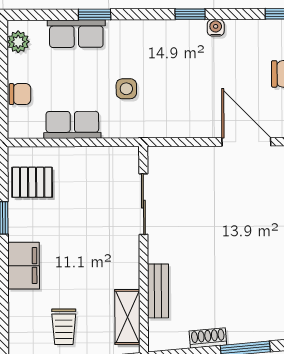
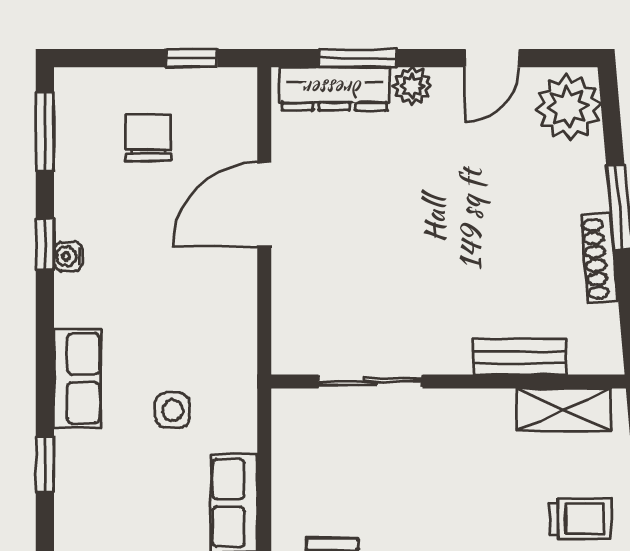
window: (190, 14) -> (45, 245), moved
row of seats: (76, 34) -> (78, 379), moved
shoe rack: (208, 338) -> (599, 258), width x1.43

